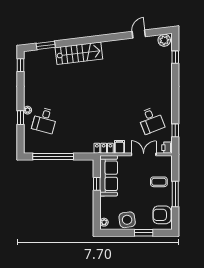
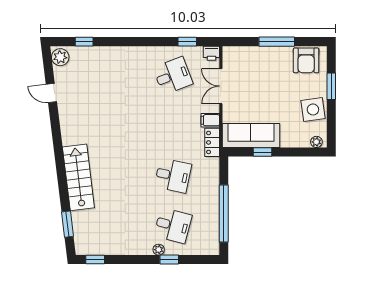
desk: (80, 120) -> (173, 176), added
coffee table: (159, 182) -> (260, 65), removed

